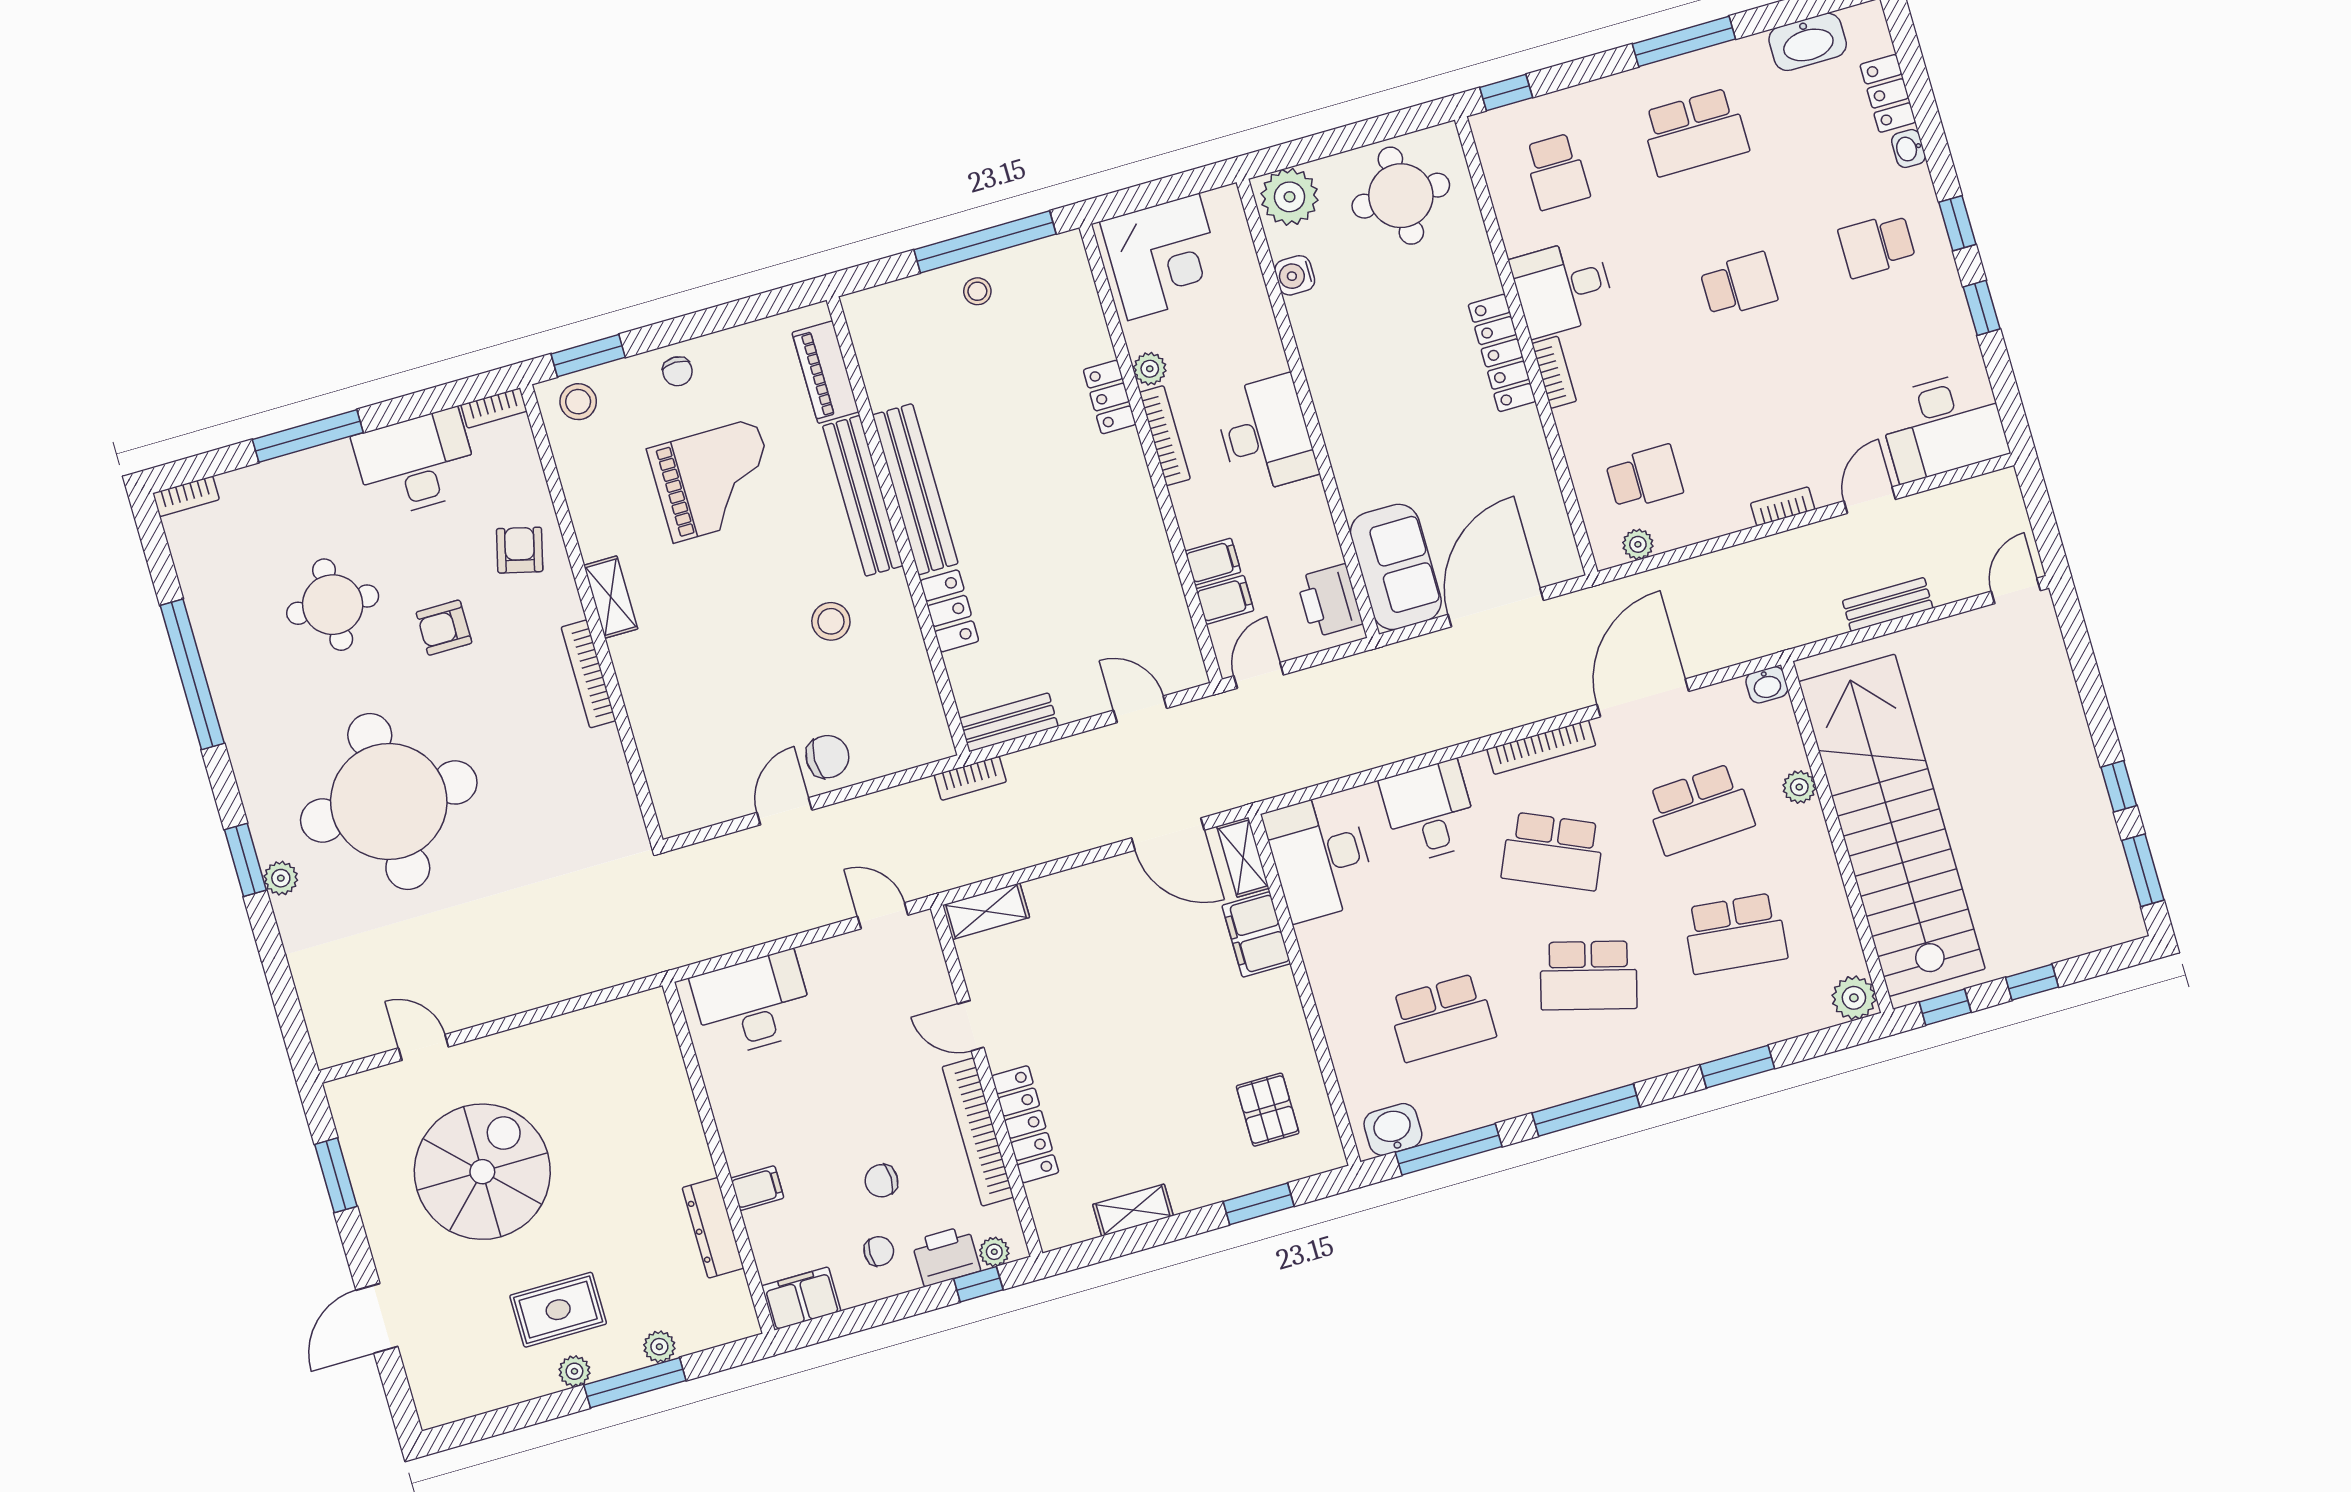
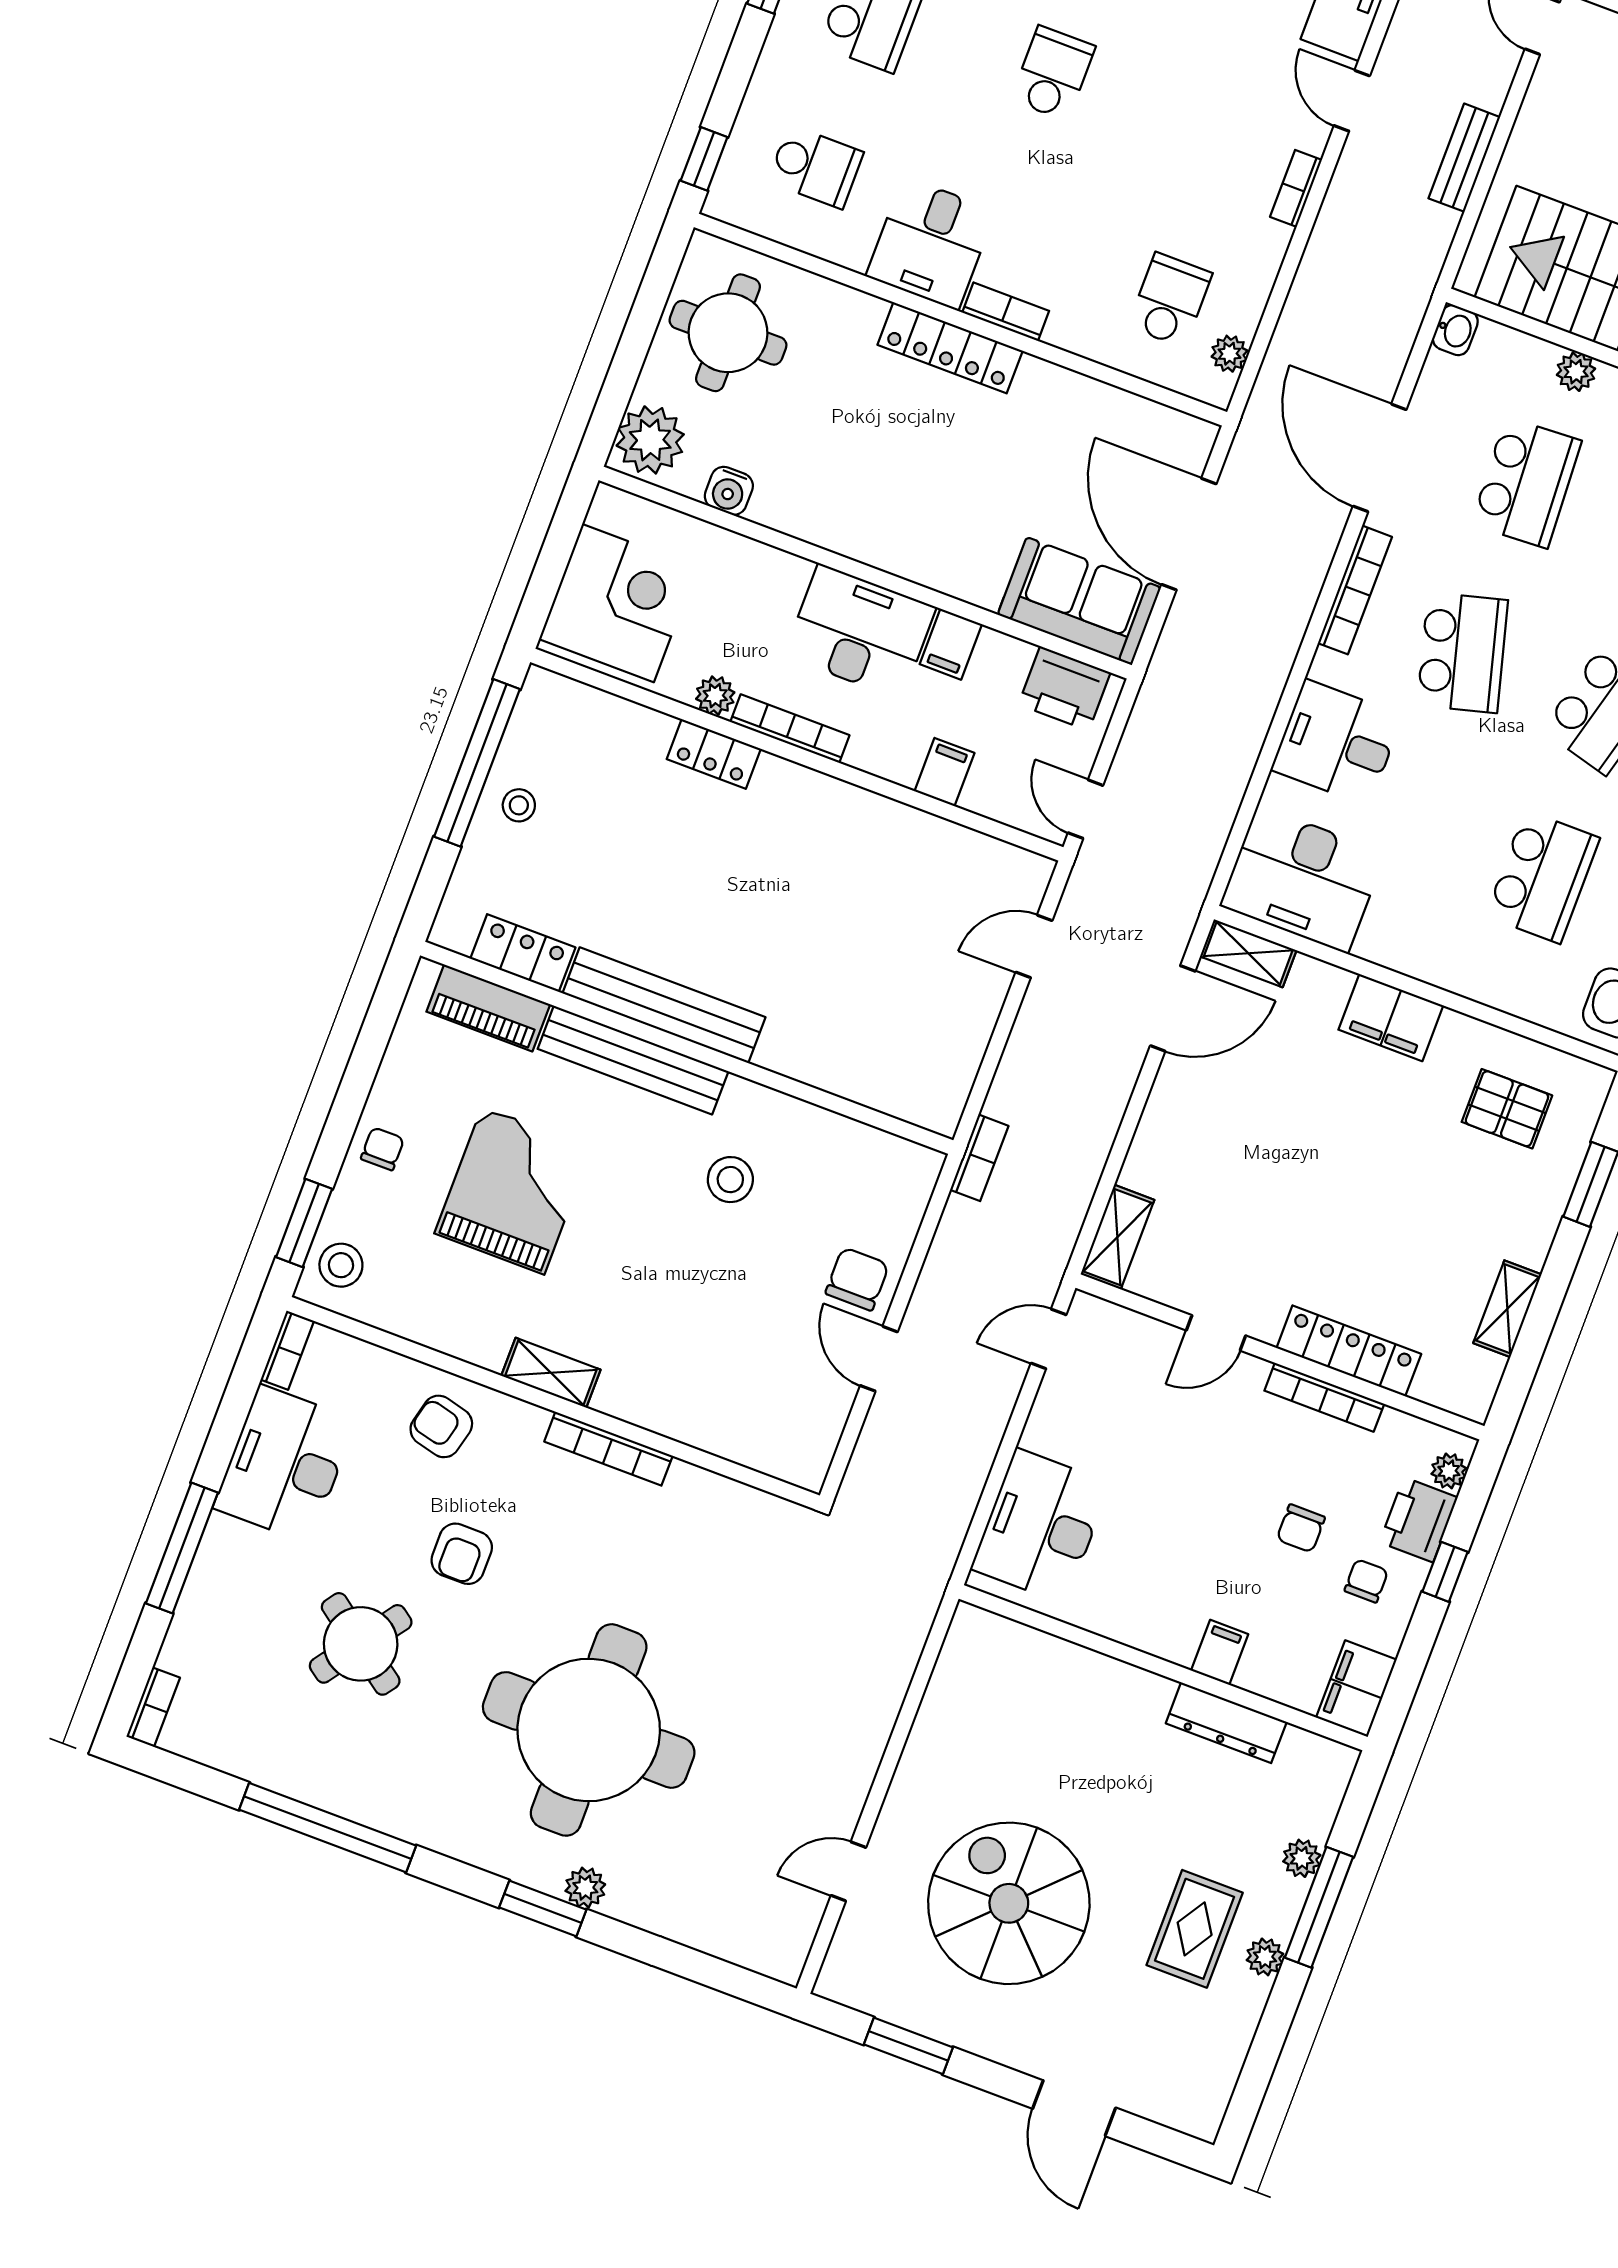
chair: (677, 371) -> (382, 1149), turned -90
filing cabinet: (1225, 600) -> (951, 644), moved, turned 180
round table: (333, 605) -> (361, 1644), turned 34
locker: (949, 611) -> (523, 953), moved
bench: (1009, 722) -> (953, 1081), removed
school desk: (1553, 851) -> (1462, 653), turned -39
filing cabinet: (1256, 934) -> (1391, 1018), moved
bookcase: (978, 1132) -> (1324, 1397), width x0.68, depth x0.76
window: (978, 1284) -> (1445, 1572), moved

